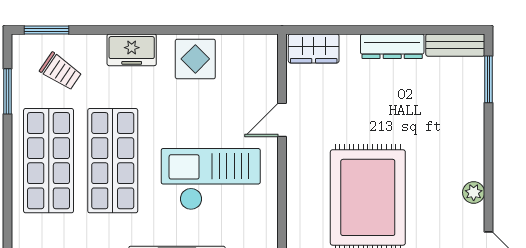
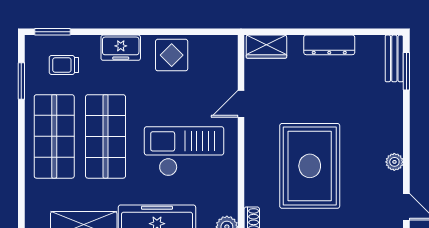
bench: (455, 45) -> (394, 58), moved, turned 90
trolley: (61, 71) -> (64, 65), turned 146

